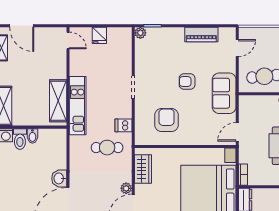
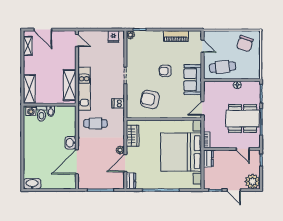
fridge: (99, 35) -> (113, 37), moved
door: (237, 48) -> (202, 46), hinge flipped
armchair: (166, 120) -> (150, 99), turned -78
cafe table: (107, 148) -> (95, 124), moved

